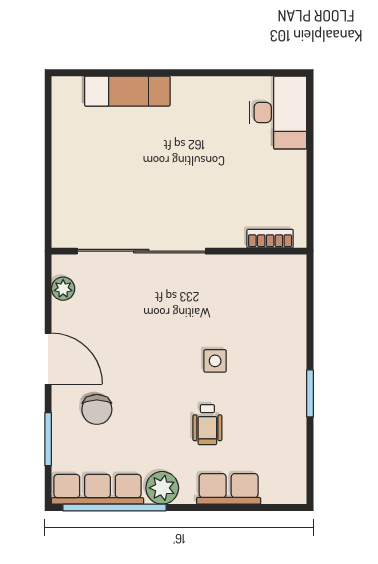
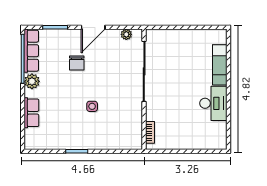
desk: (278, 113) -> (213, 103), moved, turned -90
chair: (97, 409) -> (77, 63), moved, turned -90
wheelchair: (207, 425) -> (62, 103), removed

